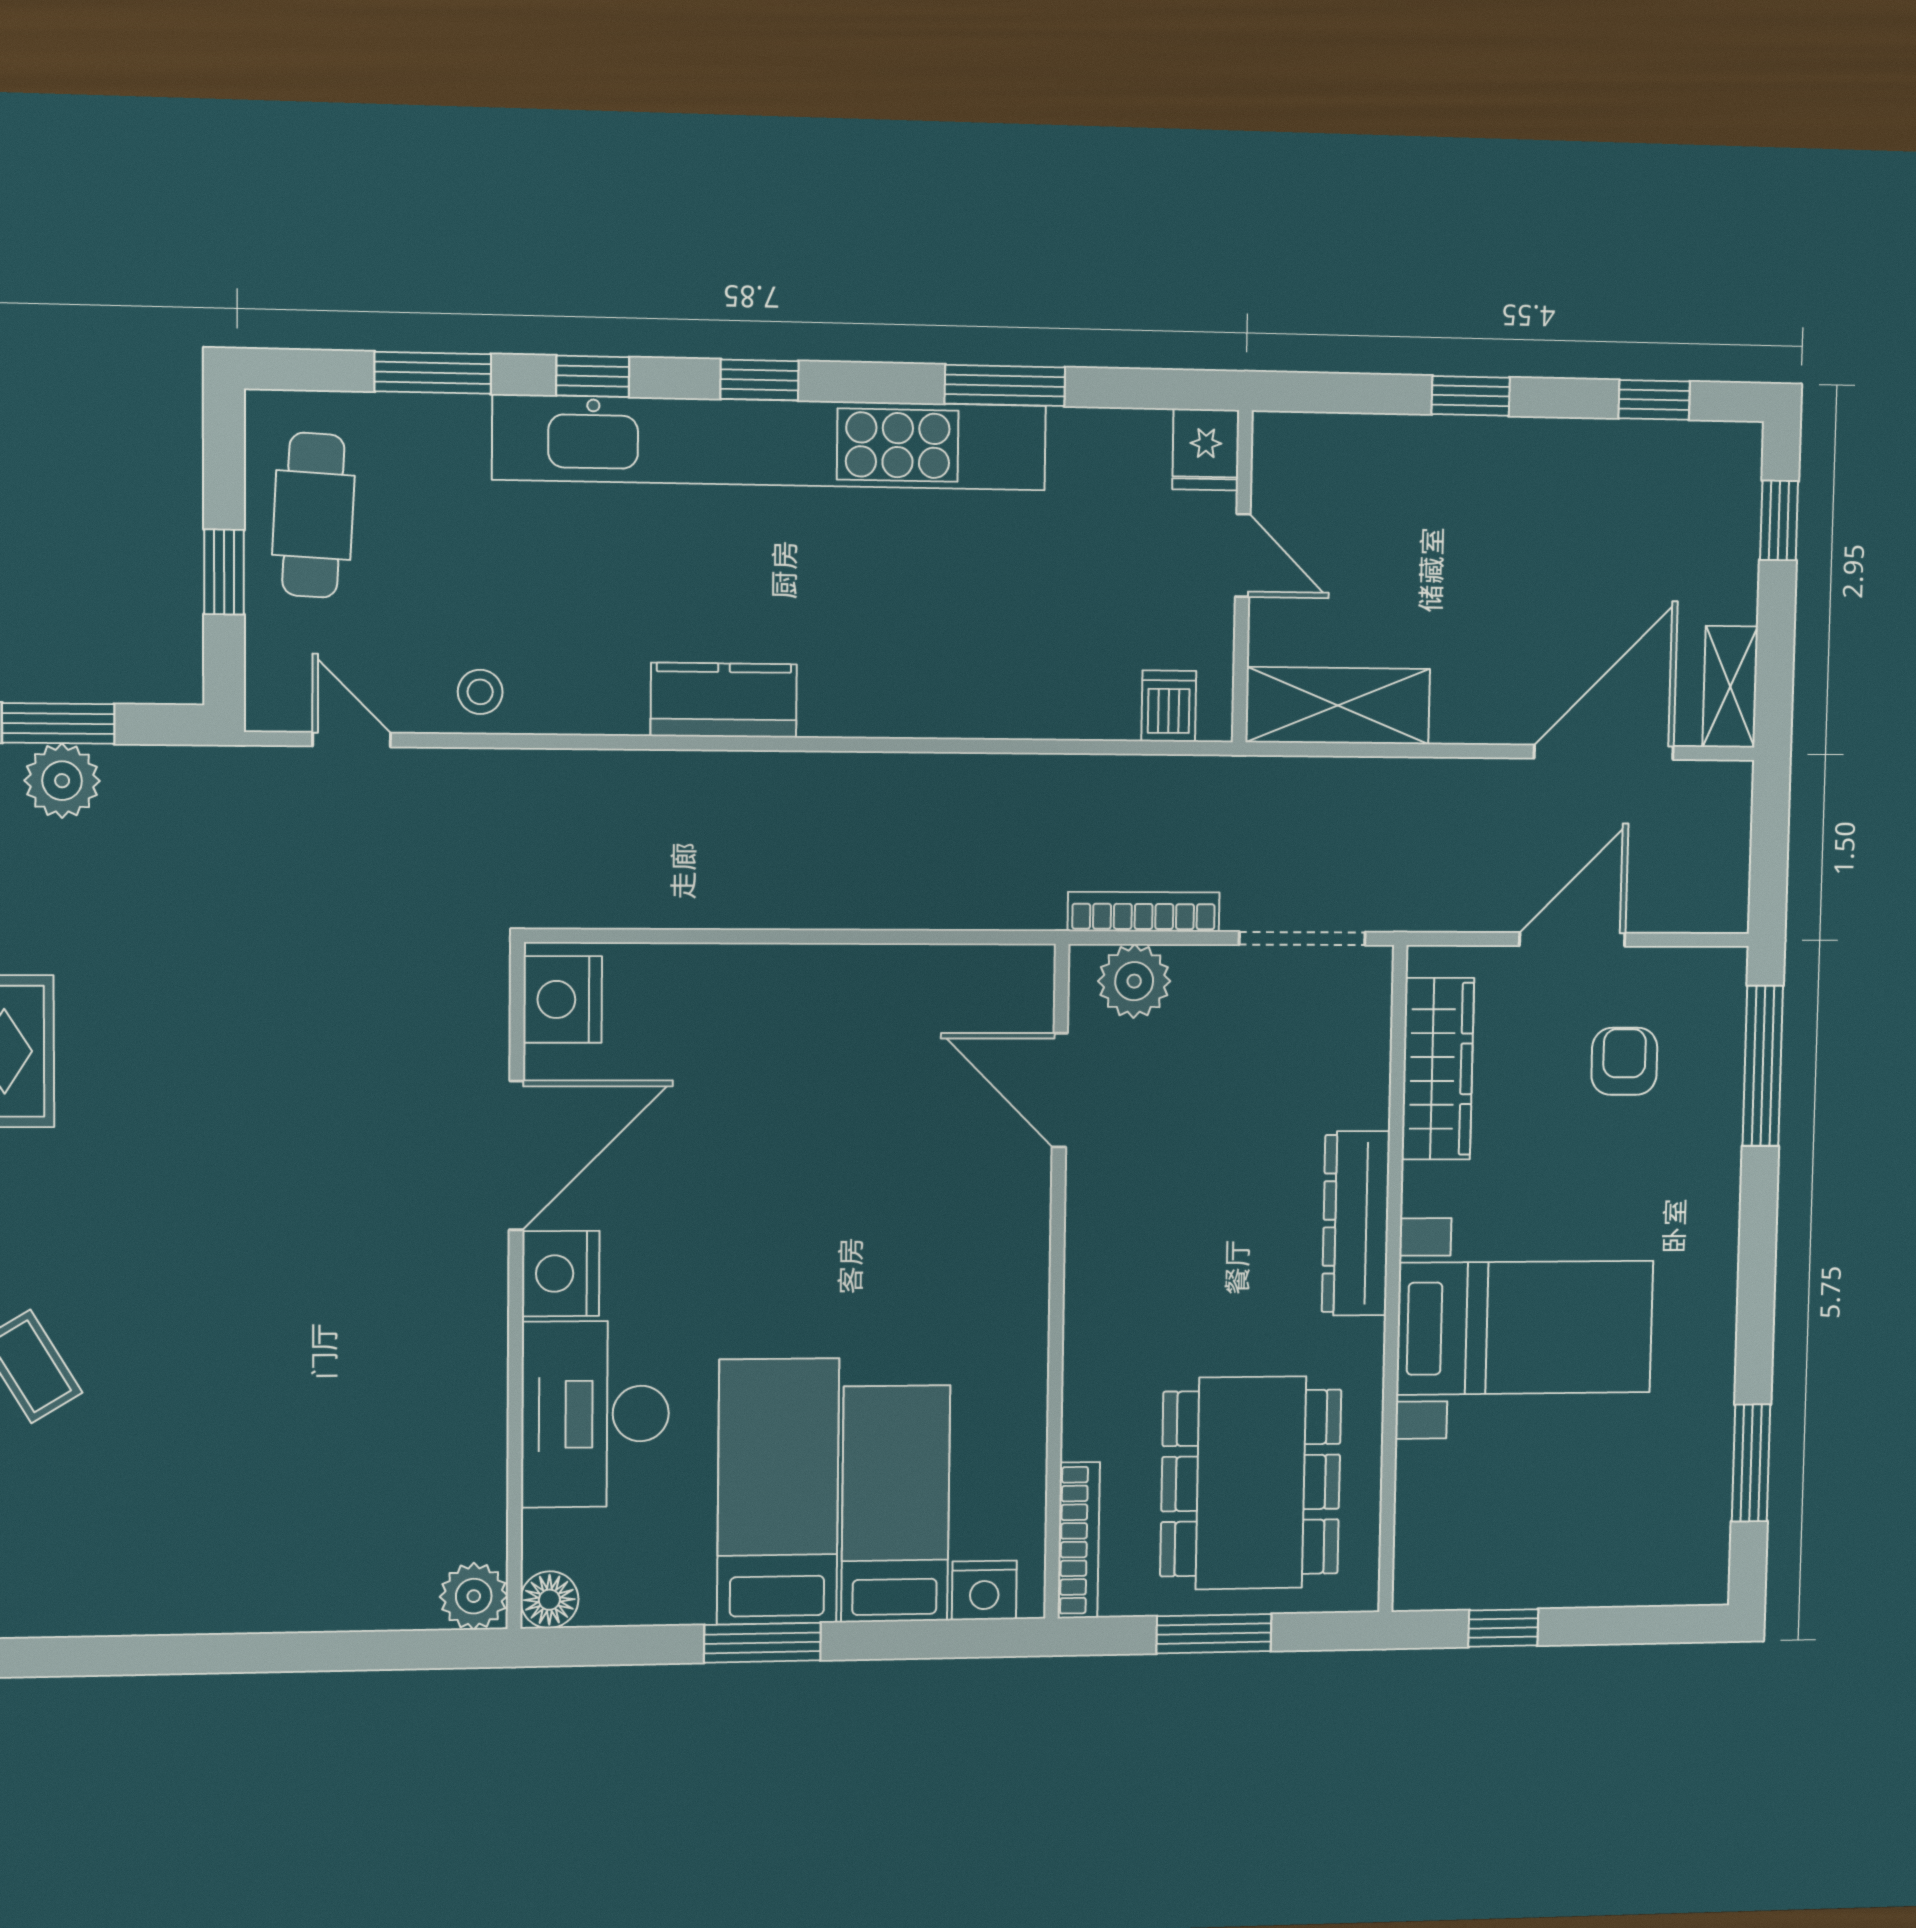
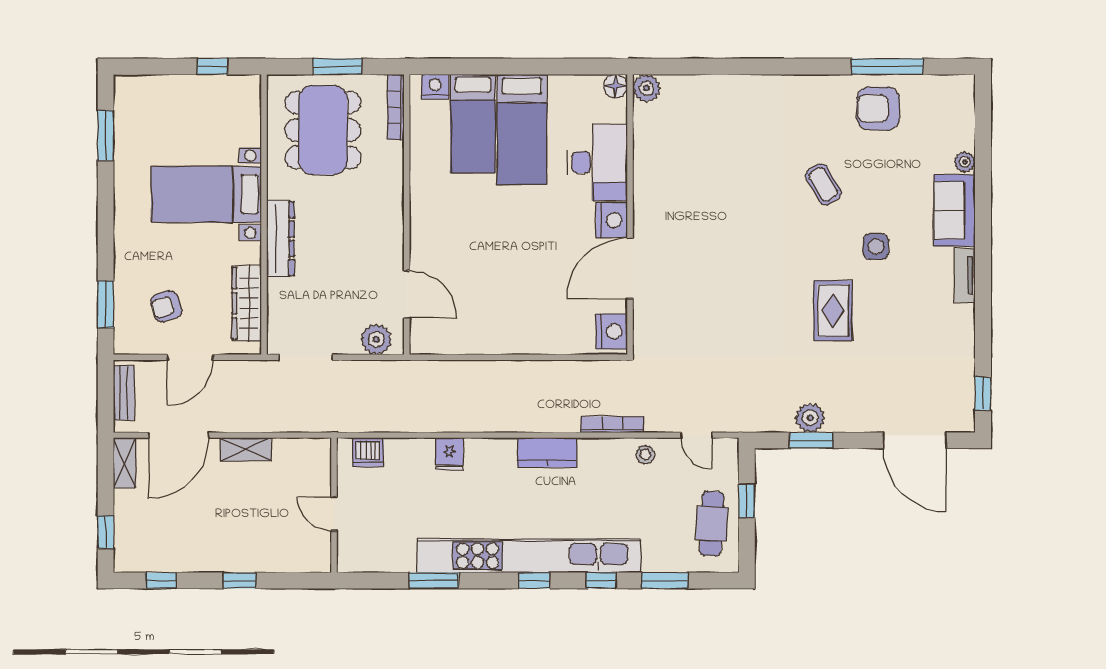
fridge: (1206, 450) -> (449, 454), moved, turned 180
shelving: (1338, 705) -> (246, 449), moved, width x0.67, depth x0.75
dishwasher: (1169, 706) -> (368, 452), width x1.38
bench: (1727, 855) -> (124, 393), added
bookcase: (1144, 912) -> (612, 424), moved, turned 180
armchair: (1624, 1061) -> (166, 306), turned 73
window: (1763, 1066) -> (106, 304), width x0.69
window: (762, 1643) -> (528, 67), removed

